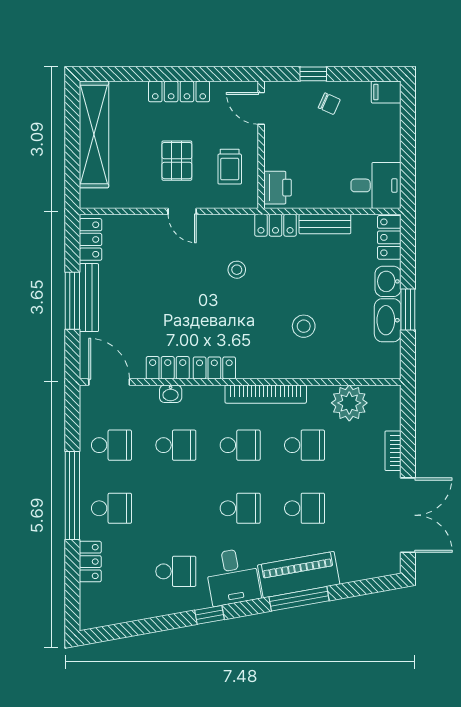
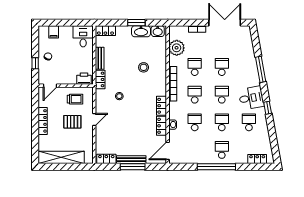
filing cabinet: (386, 92) -> (54, 32), moved
washbasin: (388, 281) -> (158, 31), moved
school desk: (111, 445) -> (222, 122), moved
locker: (90, 562) -> (257, 159), moved
piano: (299, 575) -> (250, 70), removed

